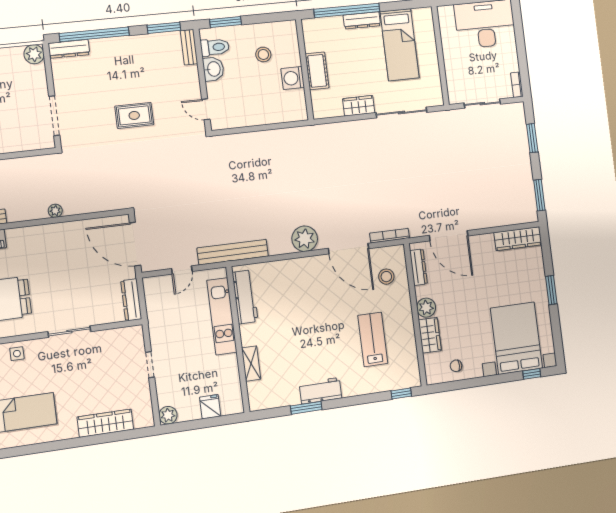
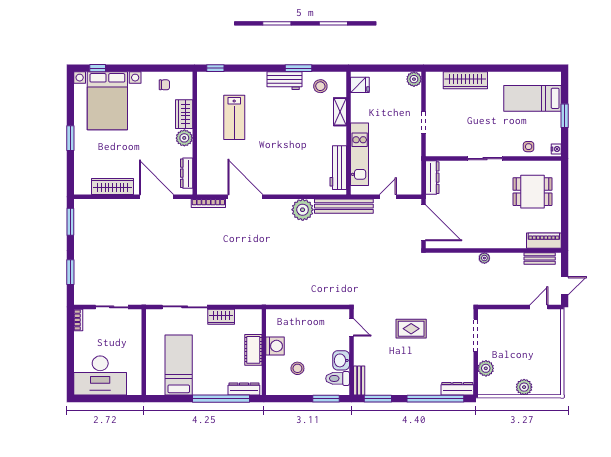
dresser: (362, 20) -> (244, 389), moved
plant: (34, 54) -> (486, 368), moved
plant: (305, 239) -> (303, 210), moved
wardrobe: (518, 239) -> (113, 187), moved
stool: (386, 277) -> (320, 86), moved
fridge: (210, 407) -> (360, 85), moved, turned -90

